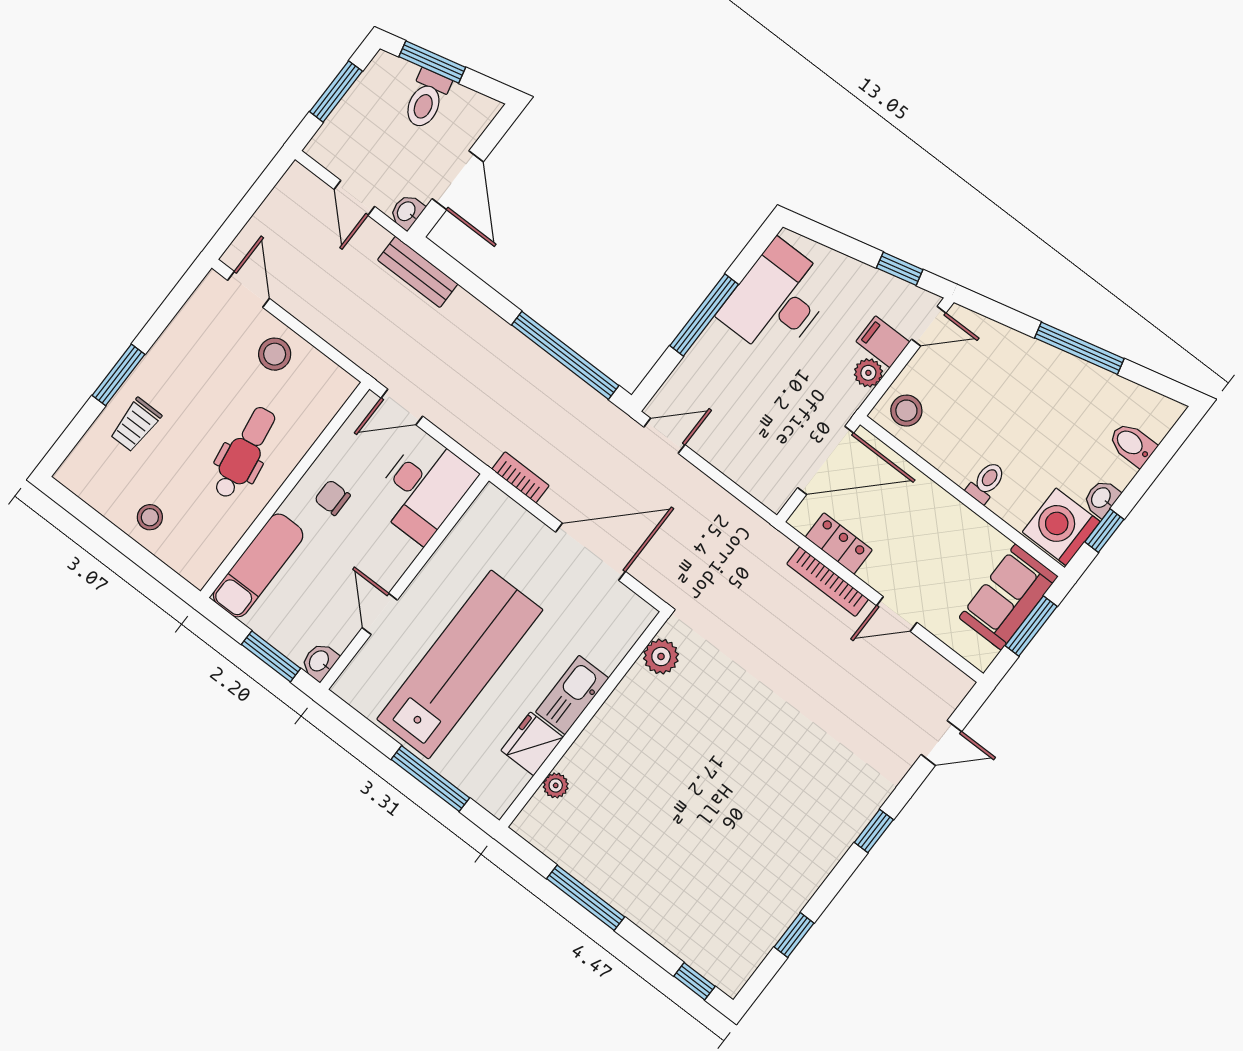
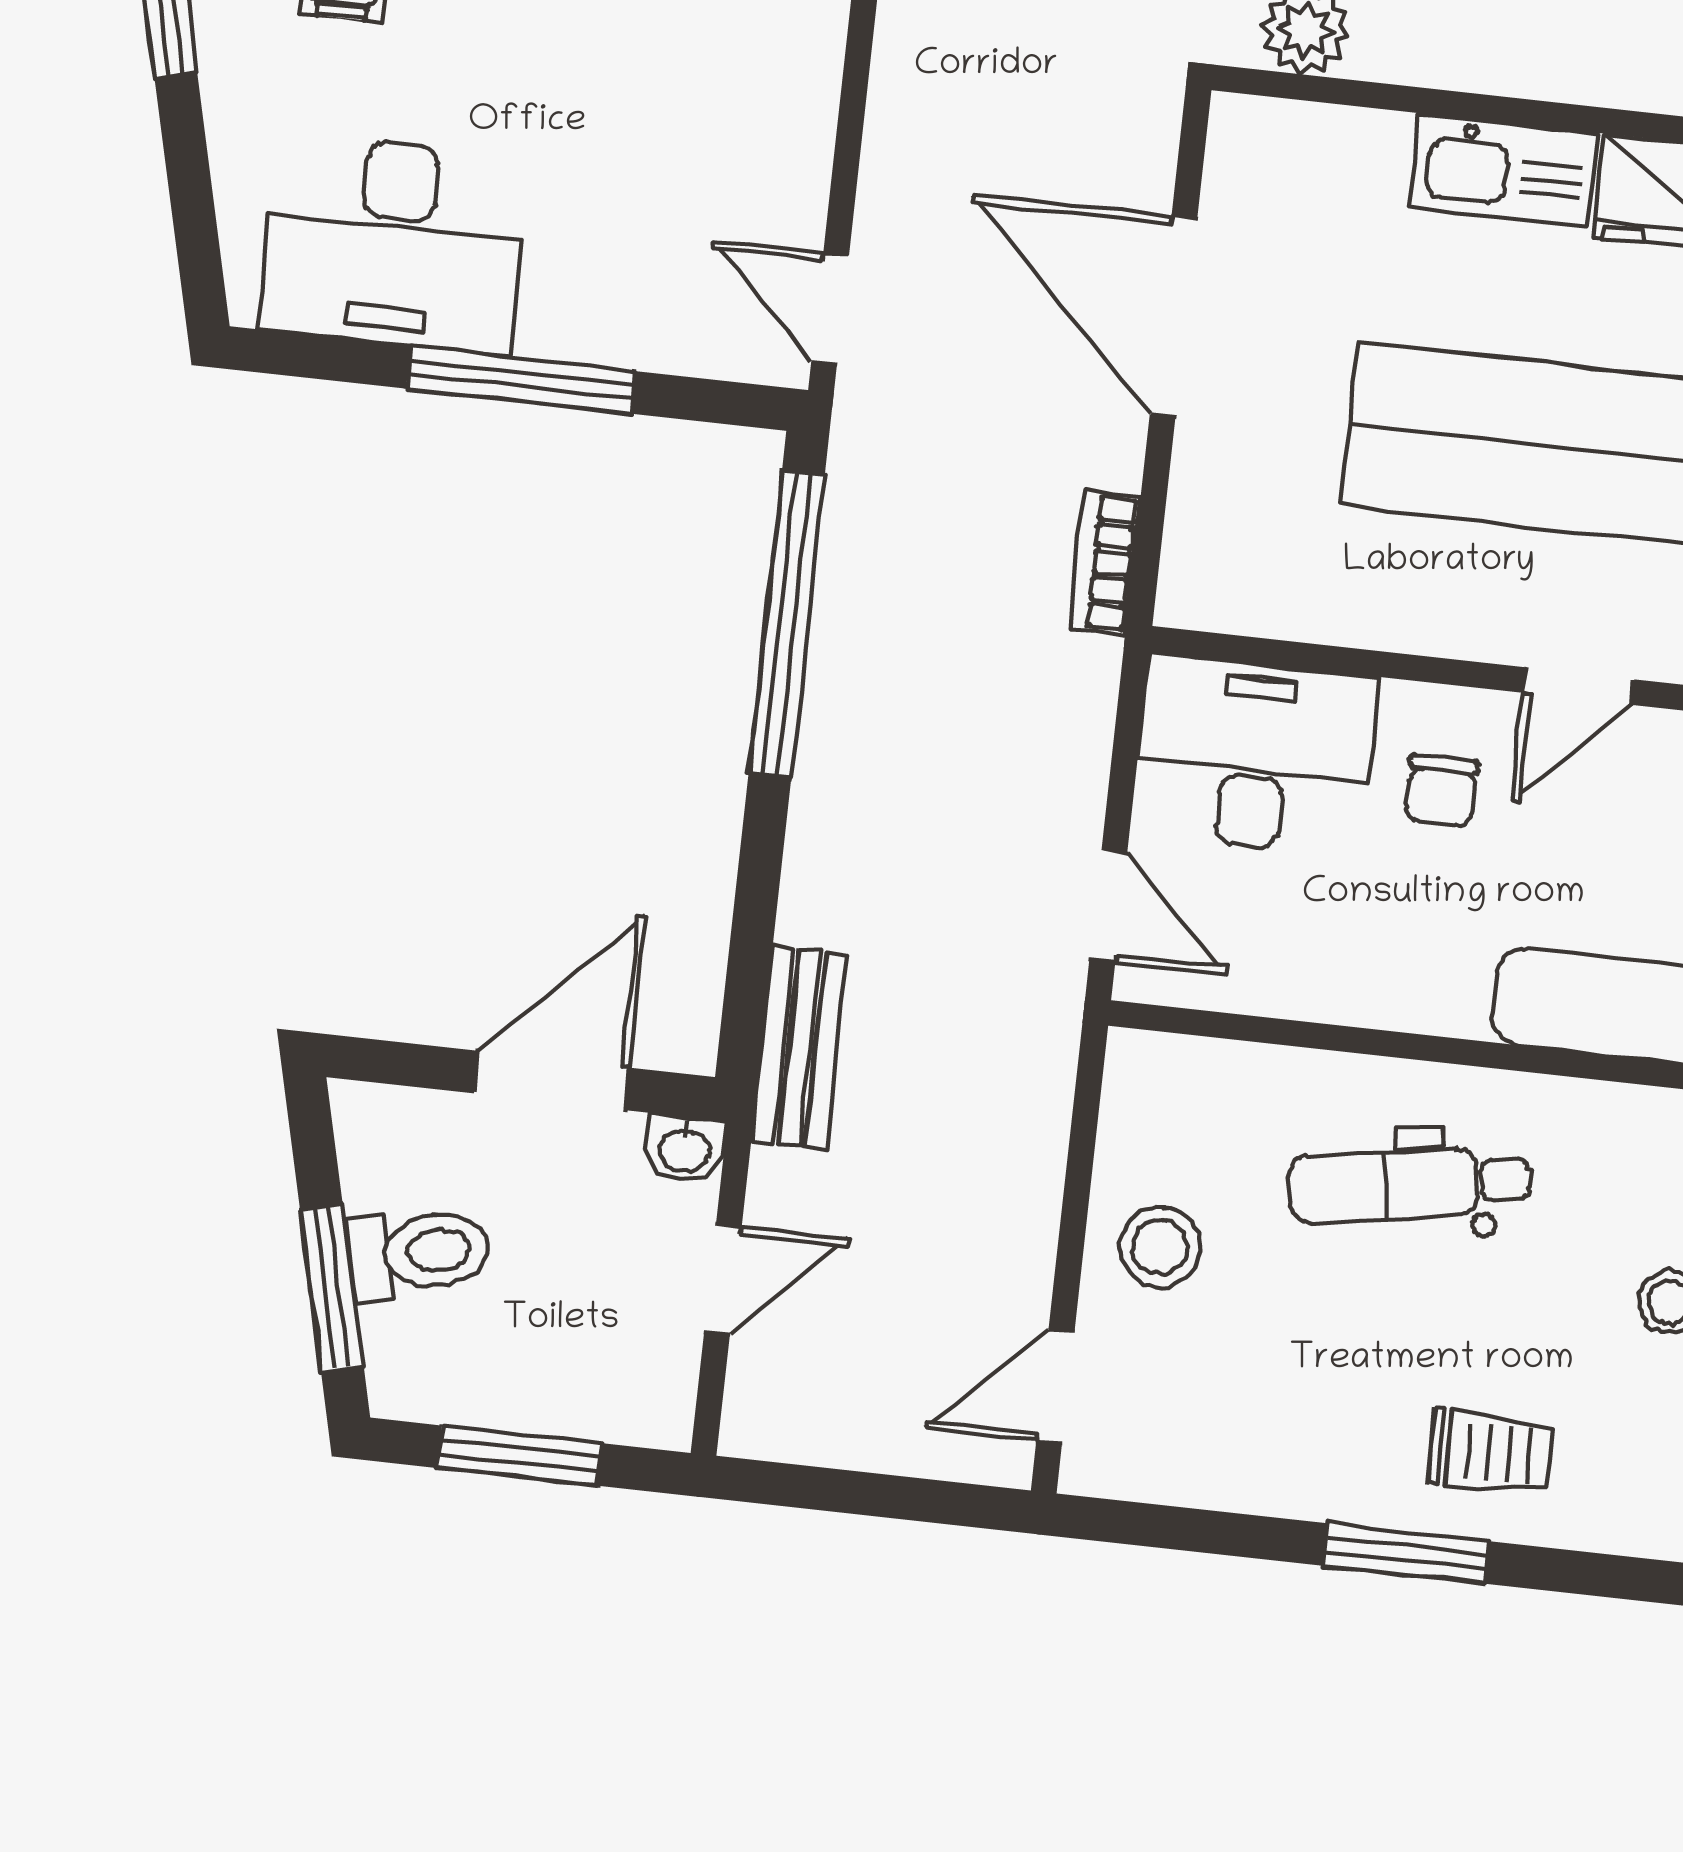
chair: (332, 498) -> (1441, 791), moved

